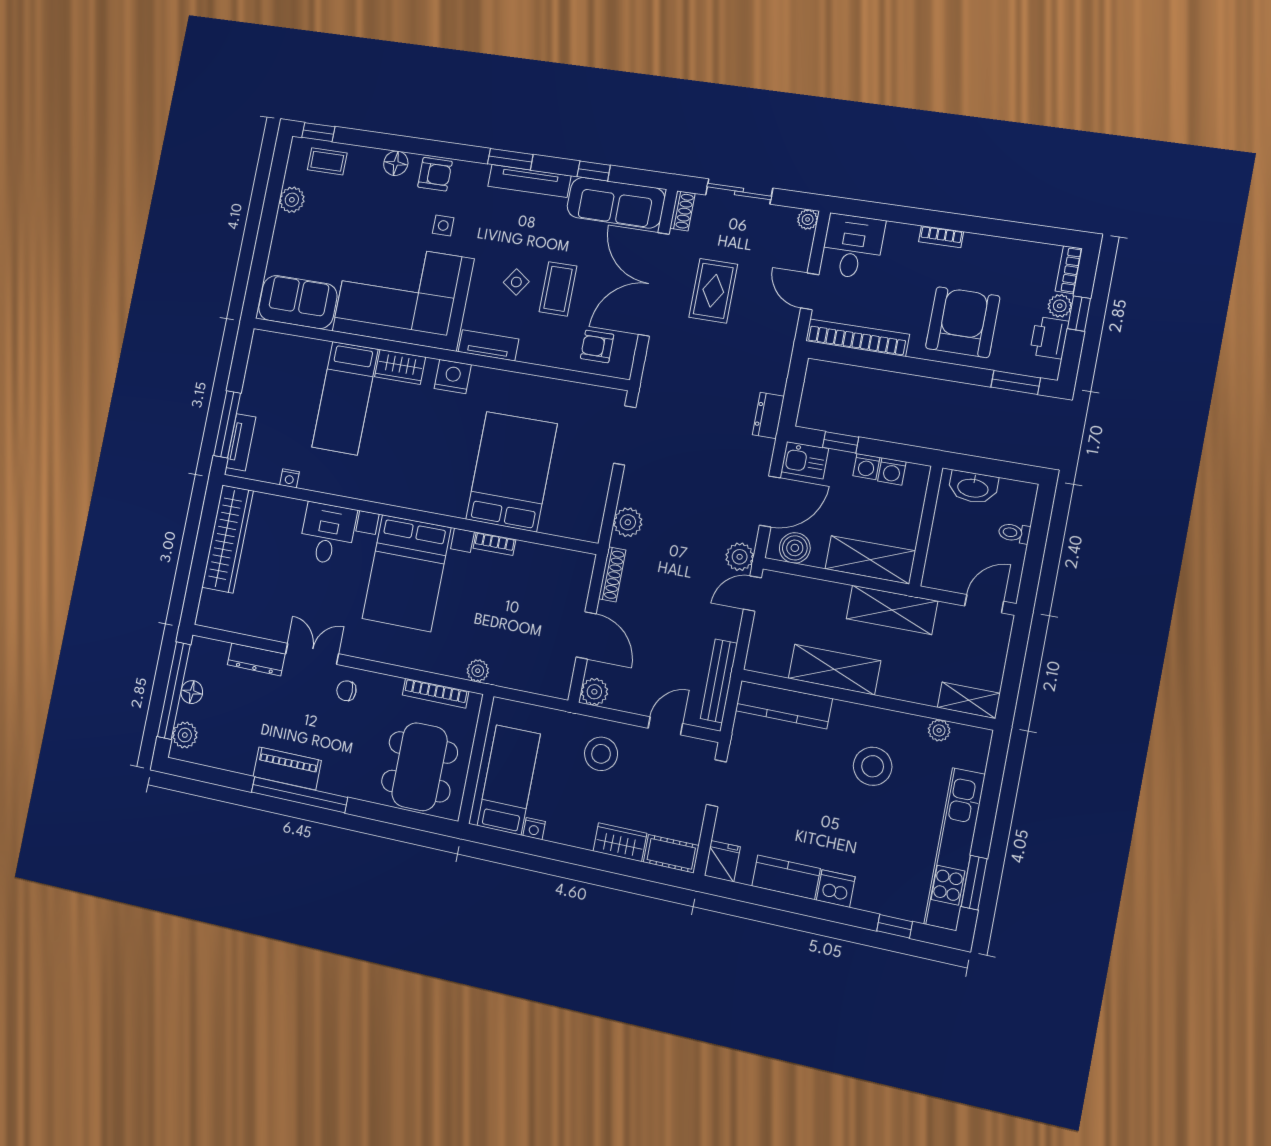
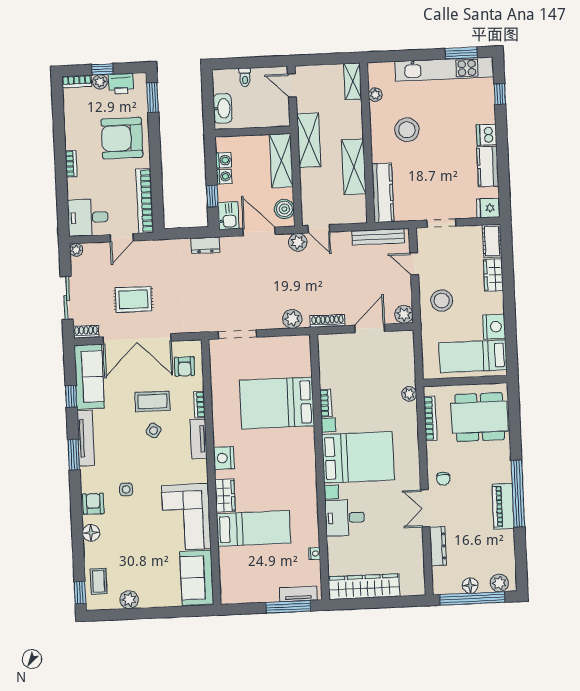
corner sofa: (403, 295) -> (186, 517), width x0.73, depth x0.74
bookcase: (537, 357) -> (199, 405), added
nightstand: (534, 829) -> (494, 327), width x1.89, depth x1.79

